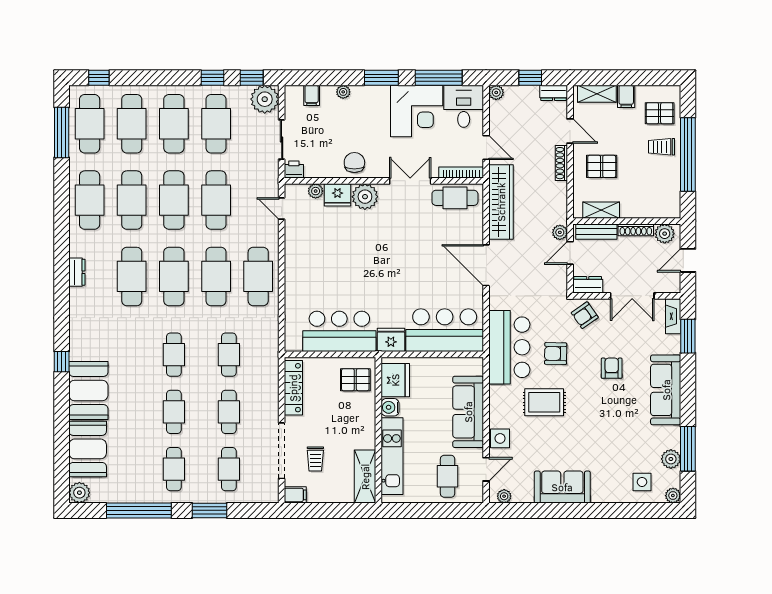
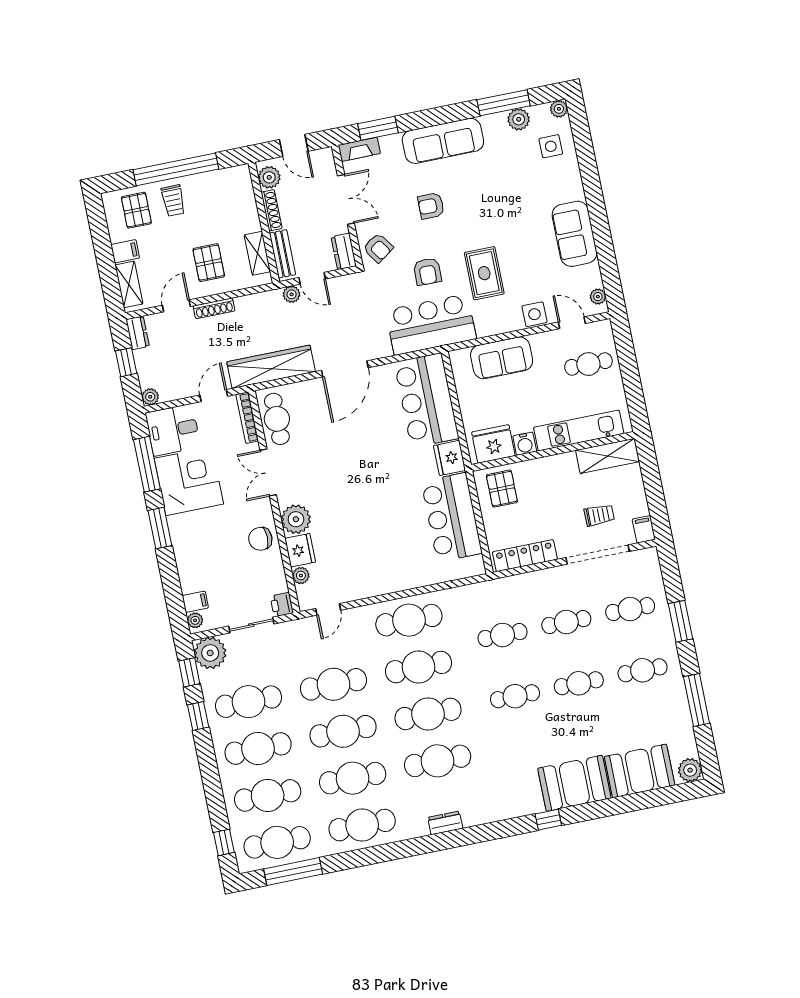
plant: (343, 92) -> (195, 620), moved
sofa: (468, 412) -> (502, 358), width x0.73
window: (139, 510) -> (696, 700), width x0.68

